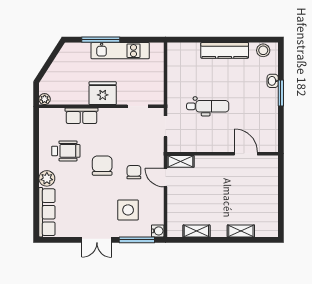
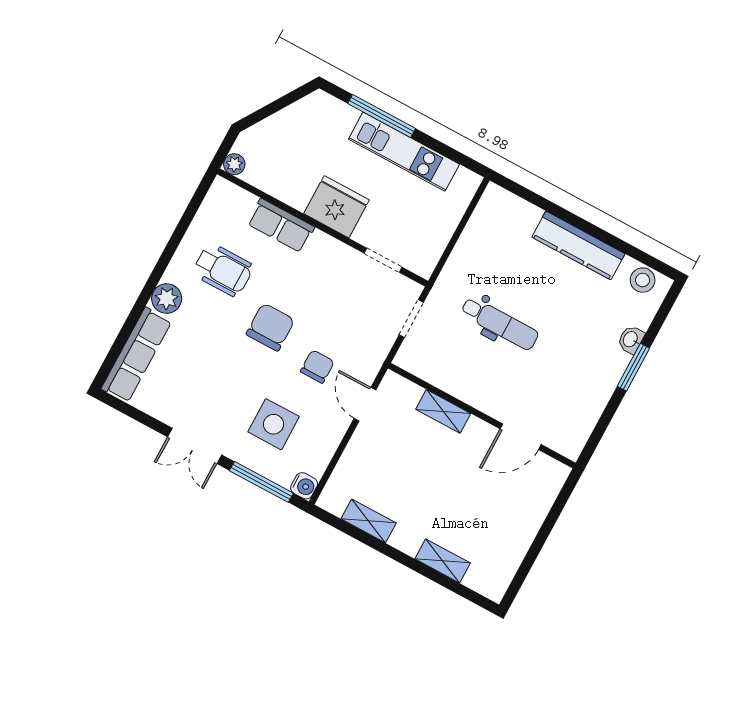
door: (246, 154) -> (521, 437), swing flipped
shelving: (181, 161) -> (443, 411), moved

